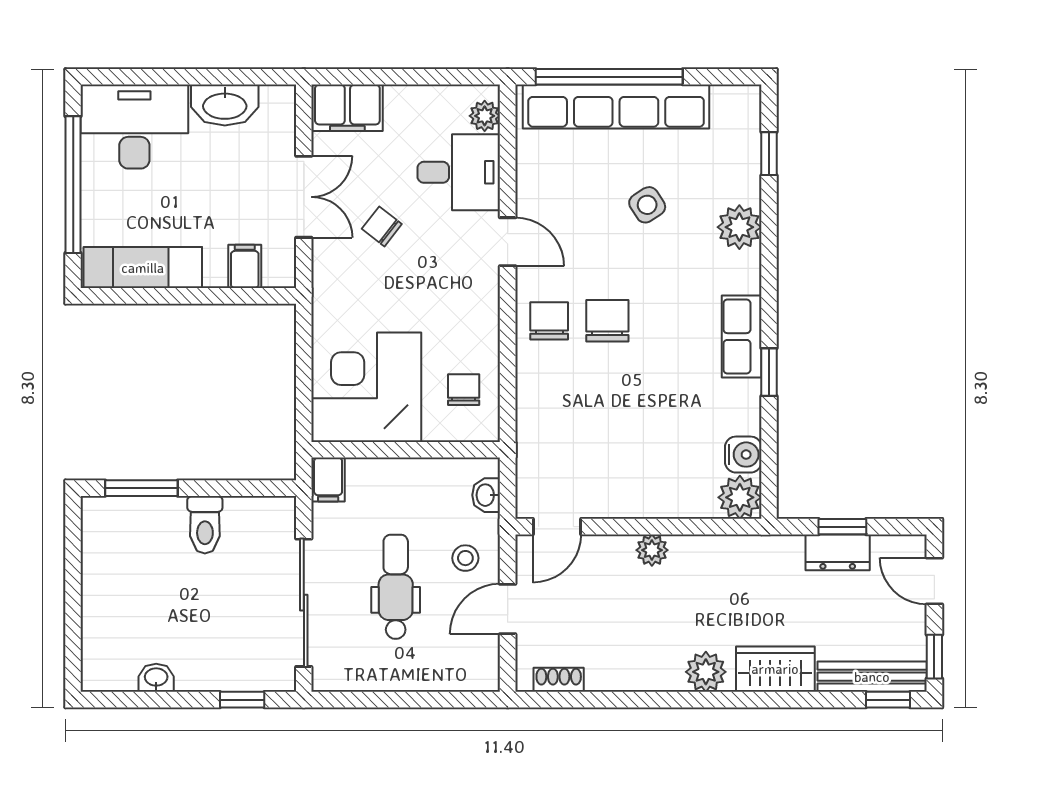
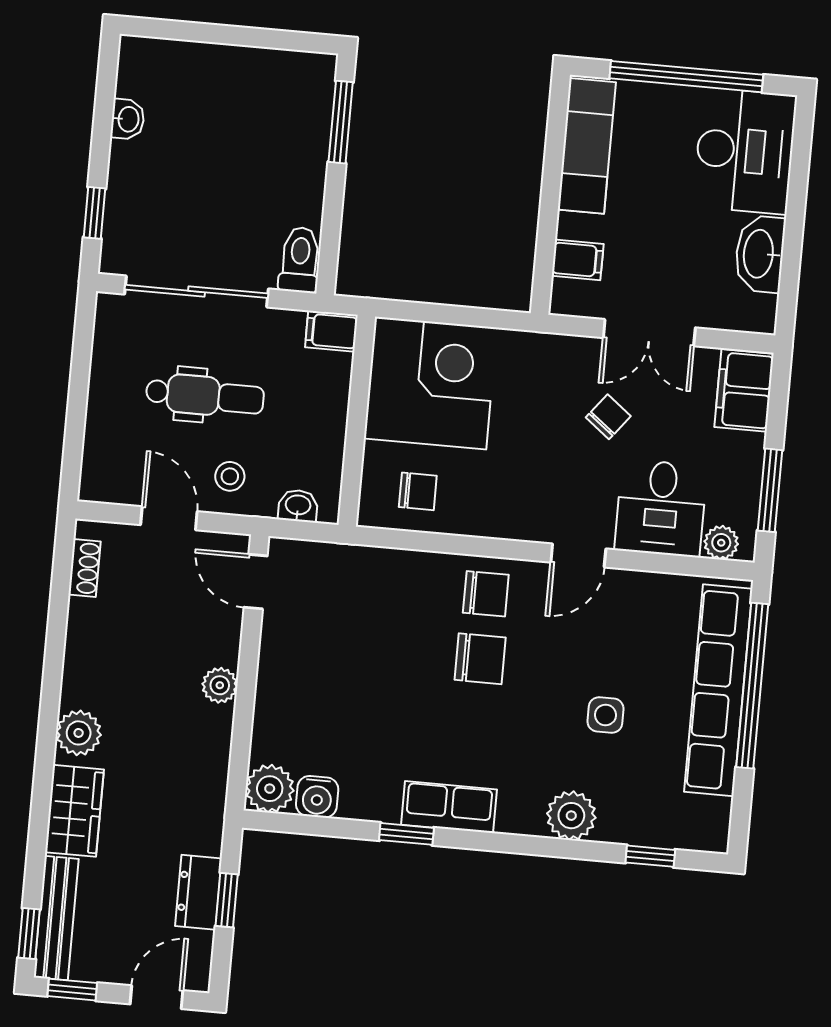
window: (434, 77) -> (770, 490), added
side table: (647, 205) -> (605, 715), turned 33
toilet: (205, 525) -> (300, 260), moved, turned 90

